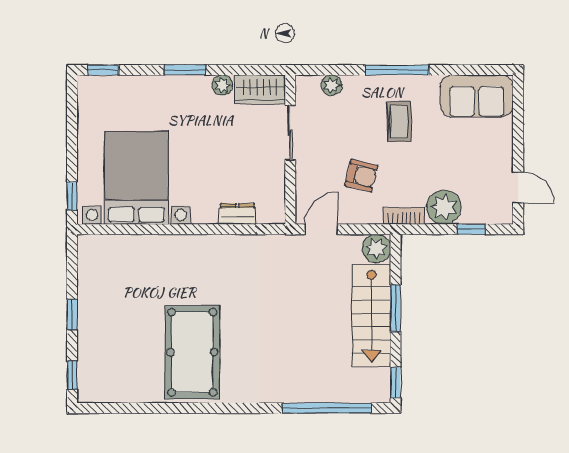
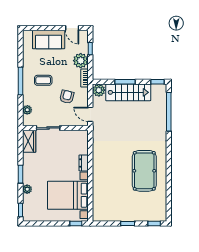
plant: (222, 85) -> (27, 189), moved
sofa: (477, 96) -> (49, 40), moved, turned 90
door: (518, 188) -> (72, 28), swing flipped
dresser: (237, 214) -> (84, 163), moved
pool table: (192, 352) -> (144, 171), turned 90

